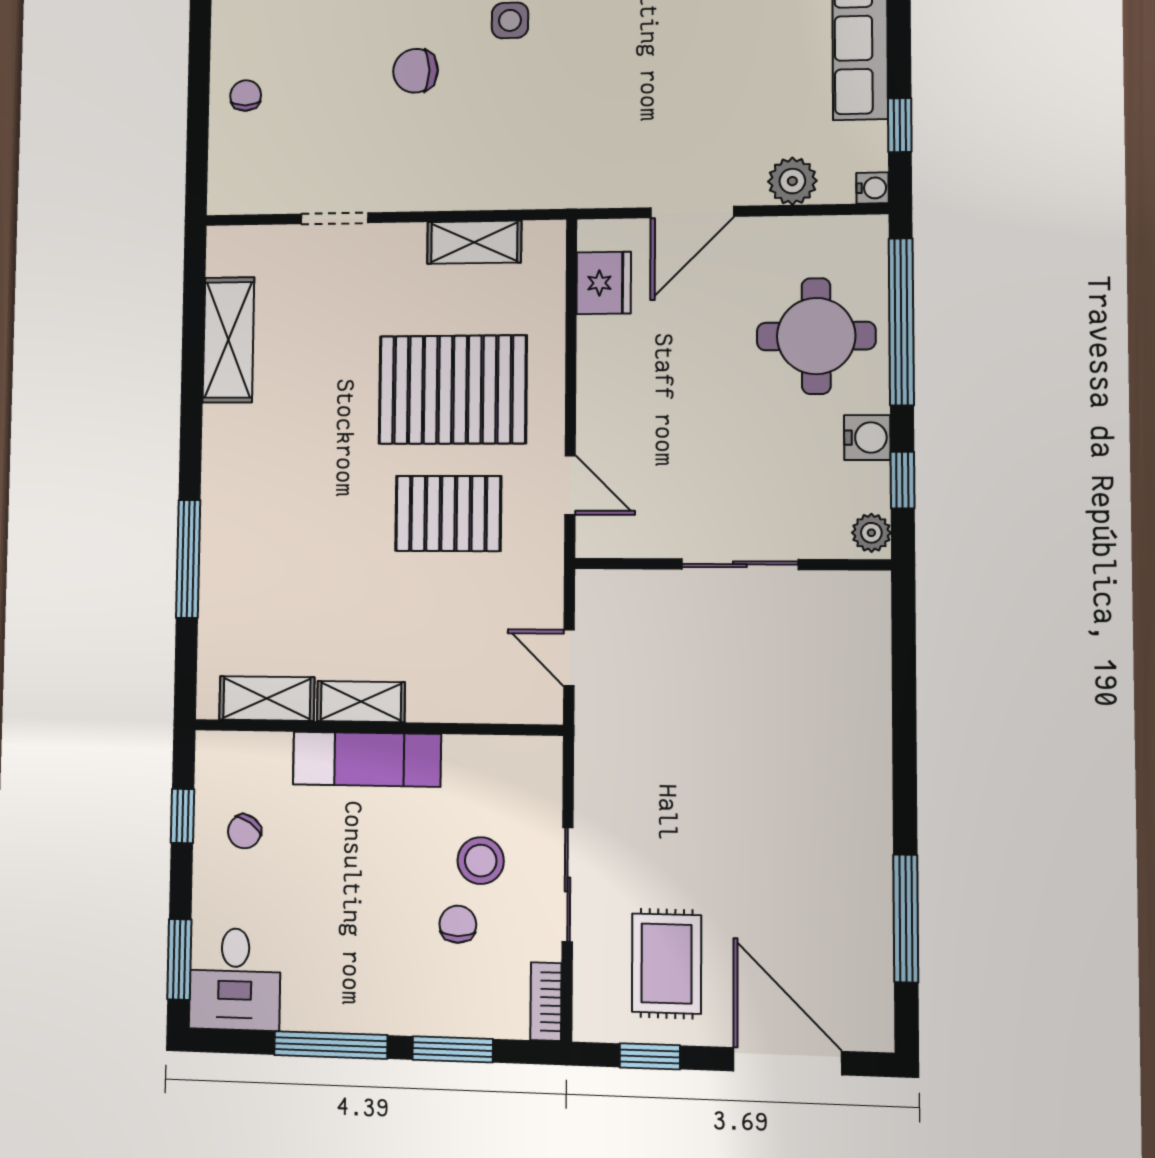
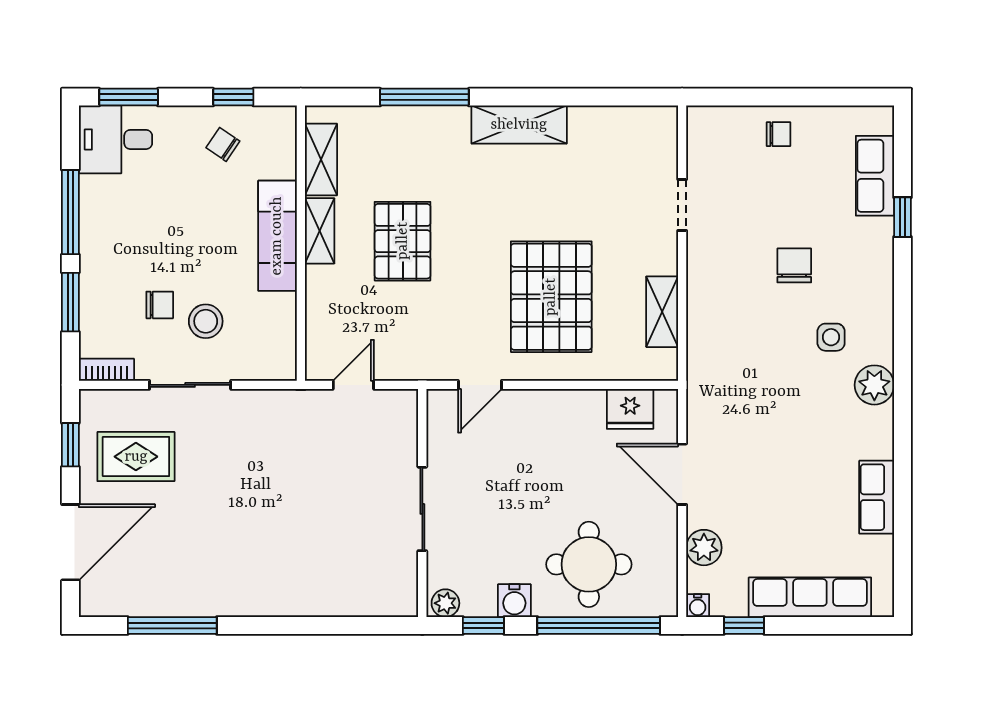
shelving: (228, 340) -> (519, 125), moved
pallet: (448, 513) -> (403, 241), moved

